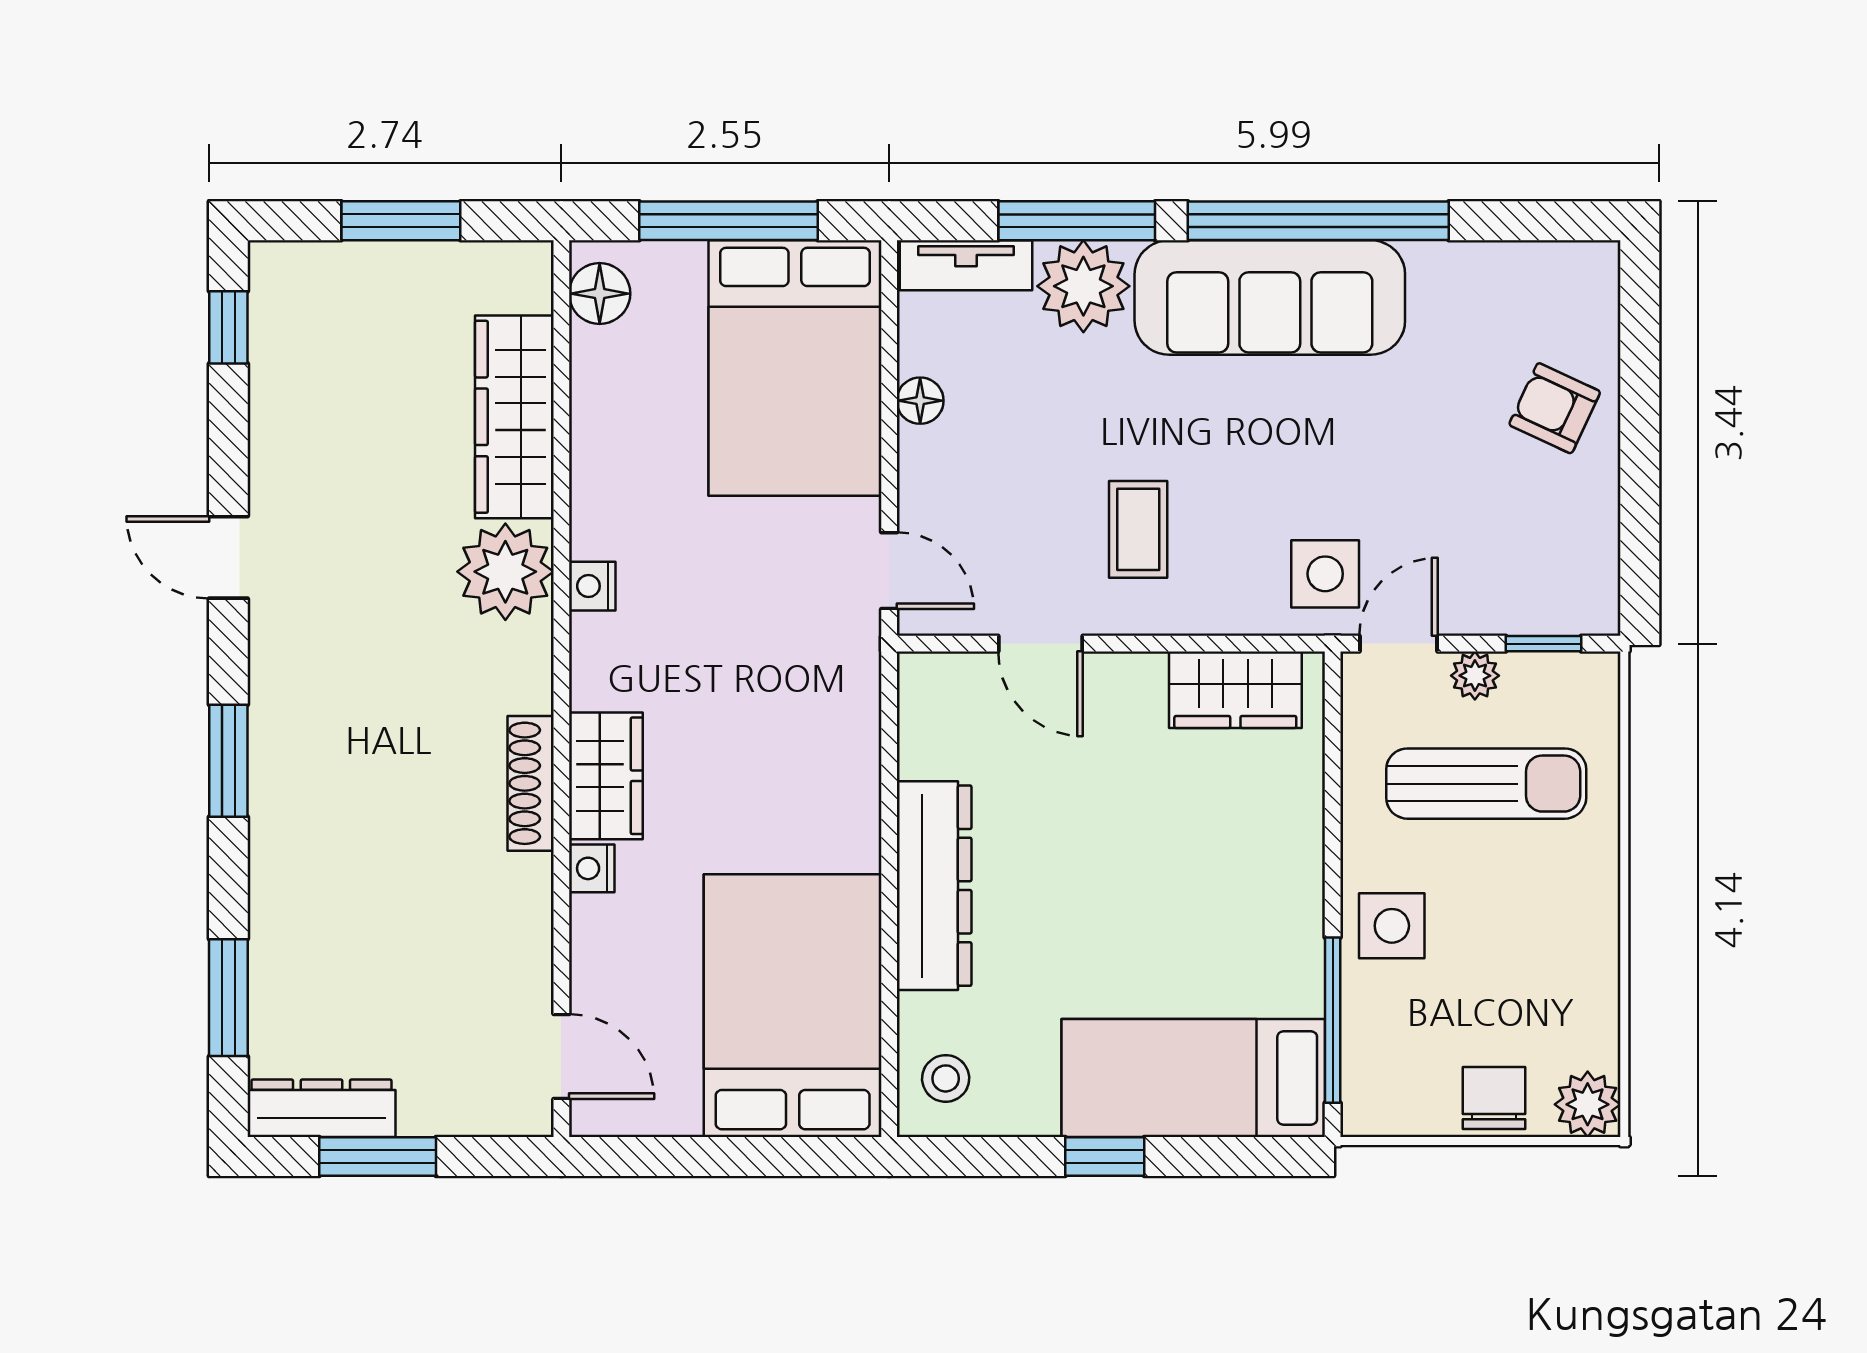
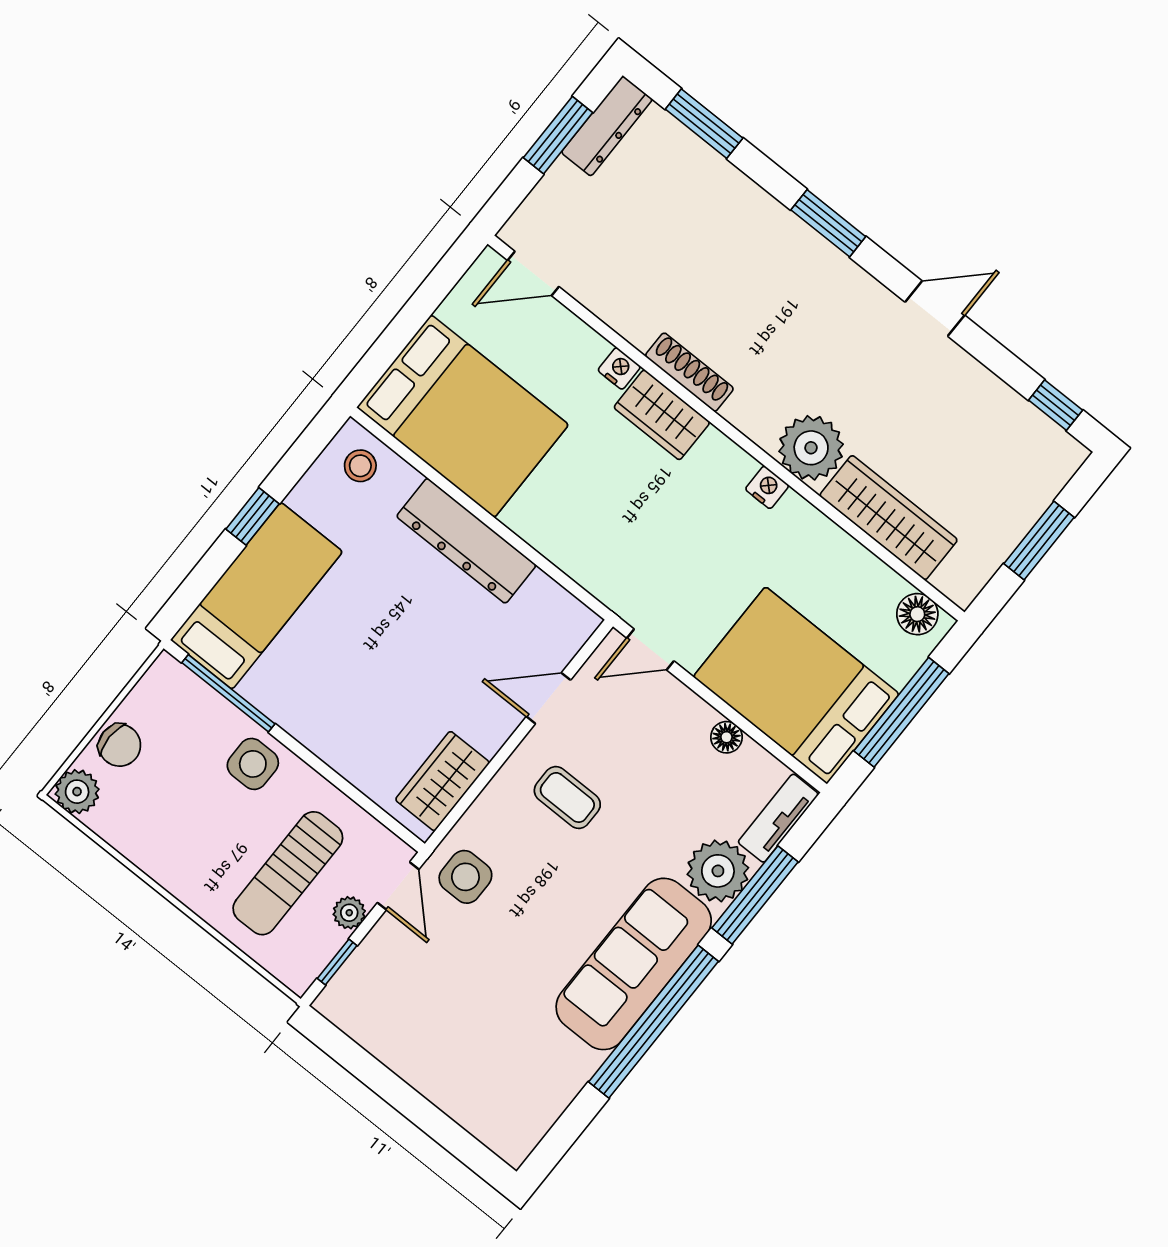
armchair: (1555, 408) -> (456, 1067), removed

